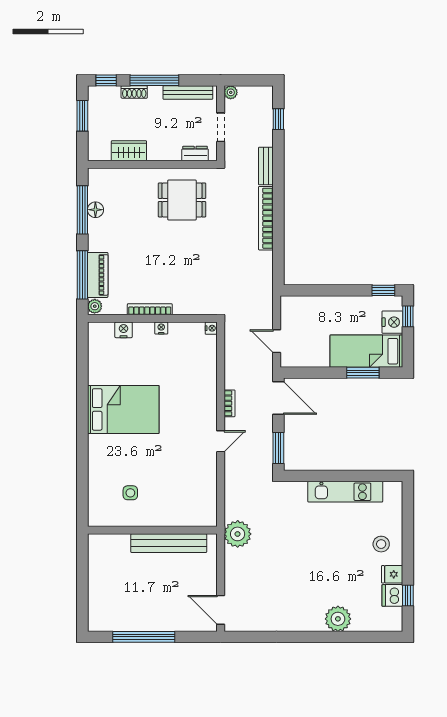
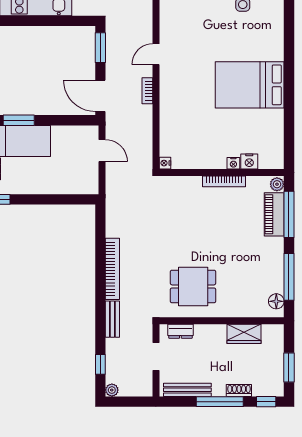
plant: (231, 92) -> (112, 390), moved
floor lamp: (95, 210) -> (276, 301), moved
nightstand: (161, 328) -> (233, 163), moved

